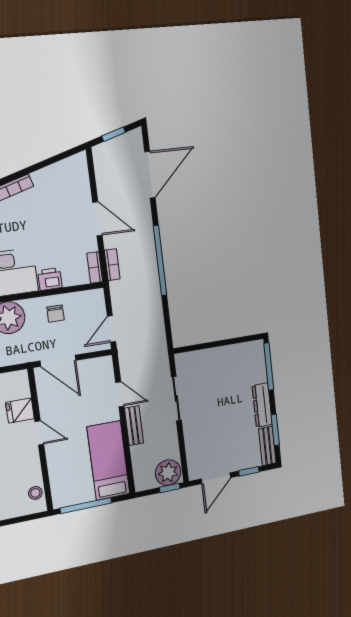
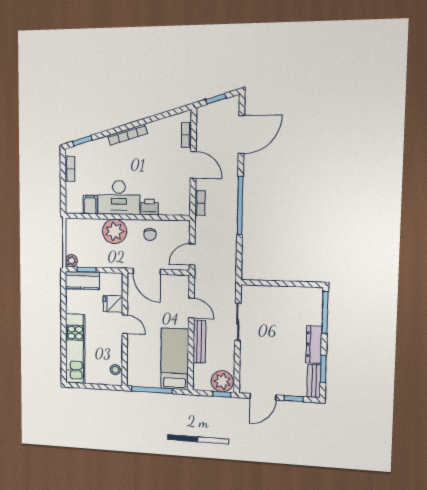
bookcase: (95, 267) -> (186, 135), moved
bench: (134, 426) -> (199, 342), width x1.36

